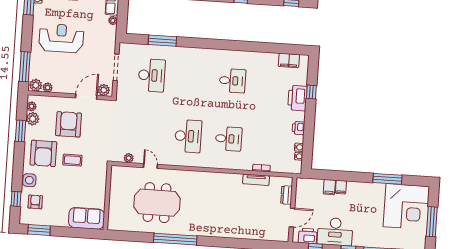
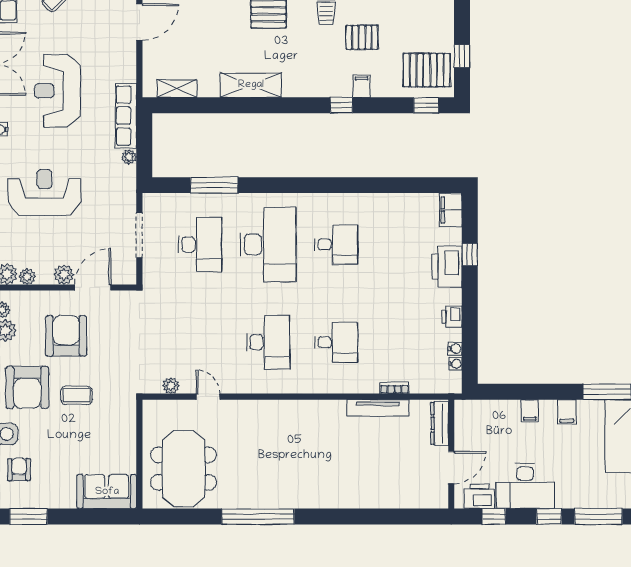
filing cabinet: (289, 60) -> (451, 210), moved, turned 90
desk: (192, 78) -> (268, 244), added
plant: (104, 90) -> (64, 275), moved
tv unit: (256, 180) -> (378, 408), width x1.41
filing cabinet: (329, 187) -> (567, 412), moved
dresser: (287, 195) -> (440, 423), width x1.44
meeting table: (157, 203) -> (183, 469), moved, turned 90

